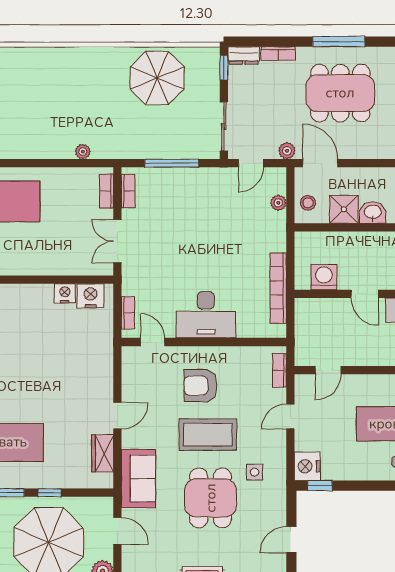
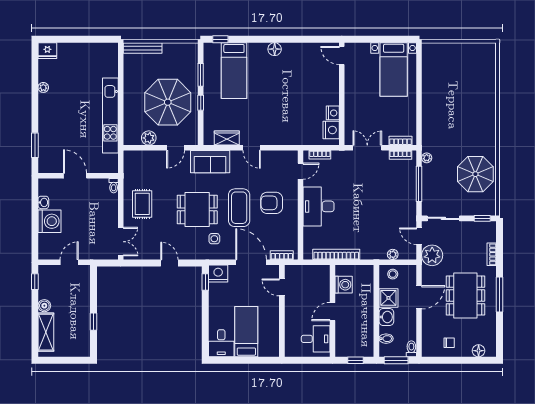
dresser: (244, 55) -> (490, 231), removed
plant: (287, 151) -> (432, 255), width x1.88, depth x1.88
plant: (83, 152) -> (427, 158), moved
door: (320, 163) -> (419, 297), moved
armchair: (201, 386) -> (272, 203), turned -90
door: (290, 417) -> (251, 262), width x1.88

